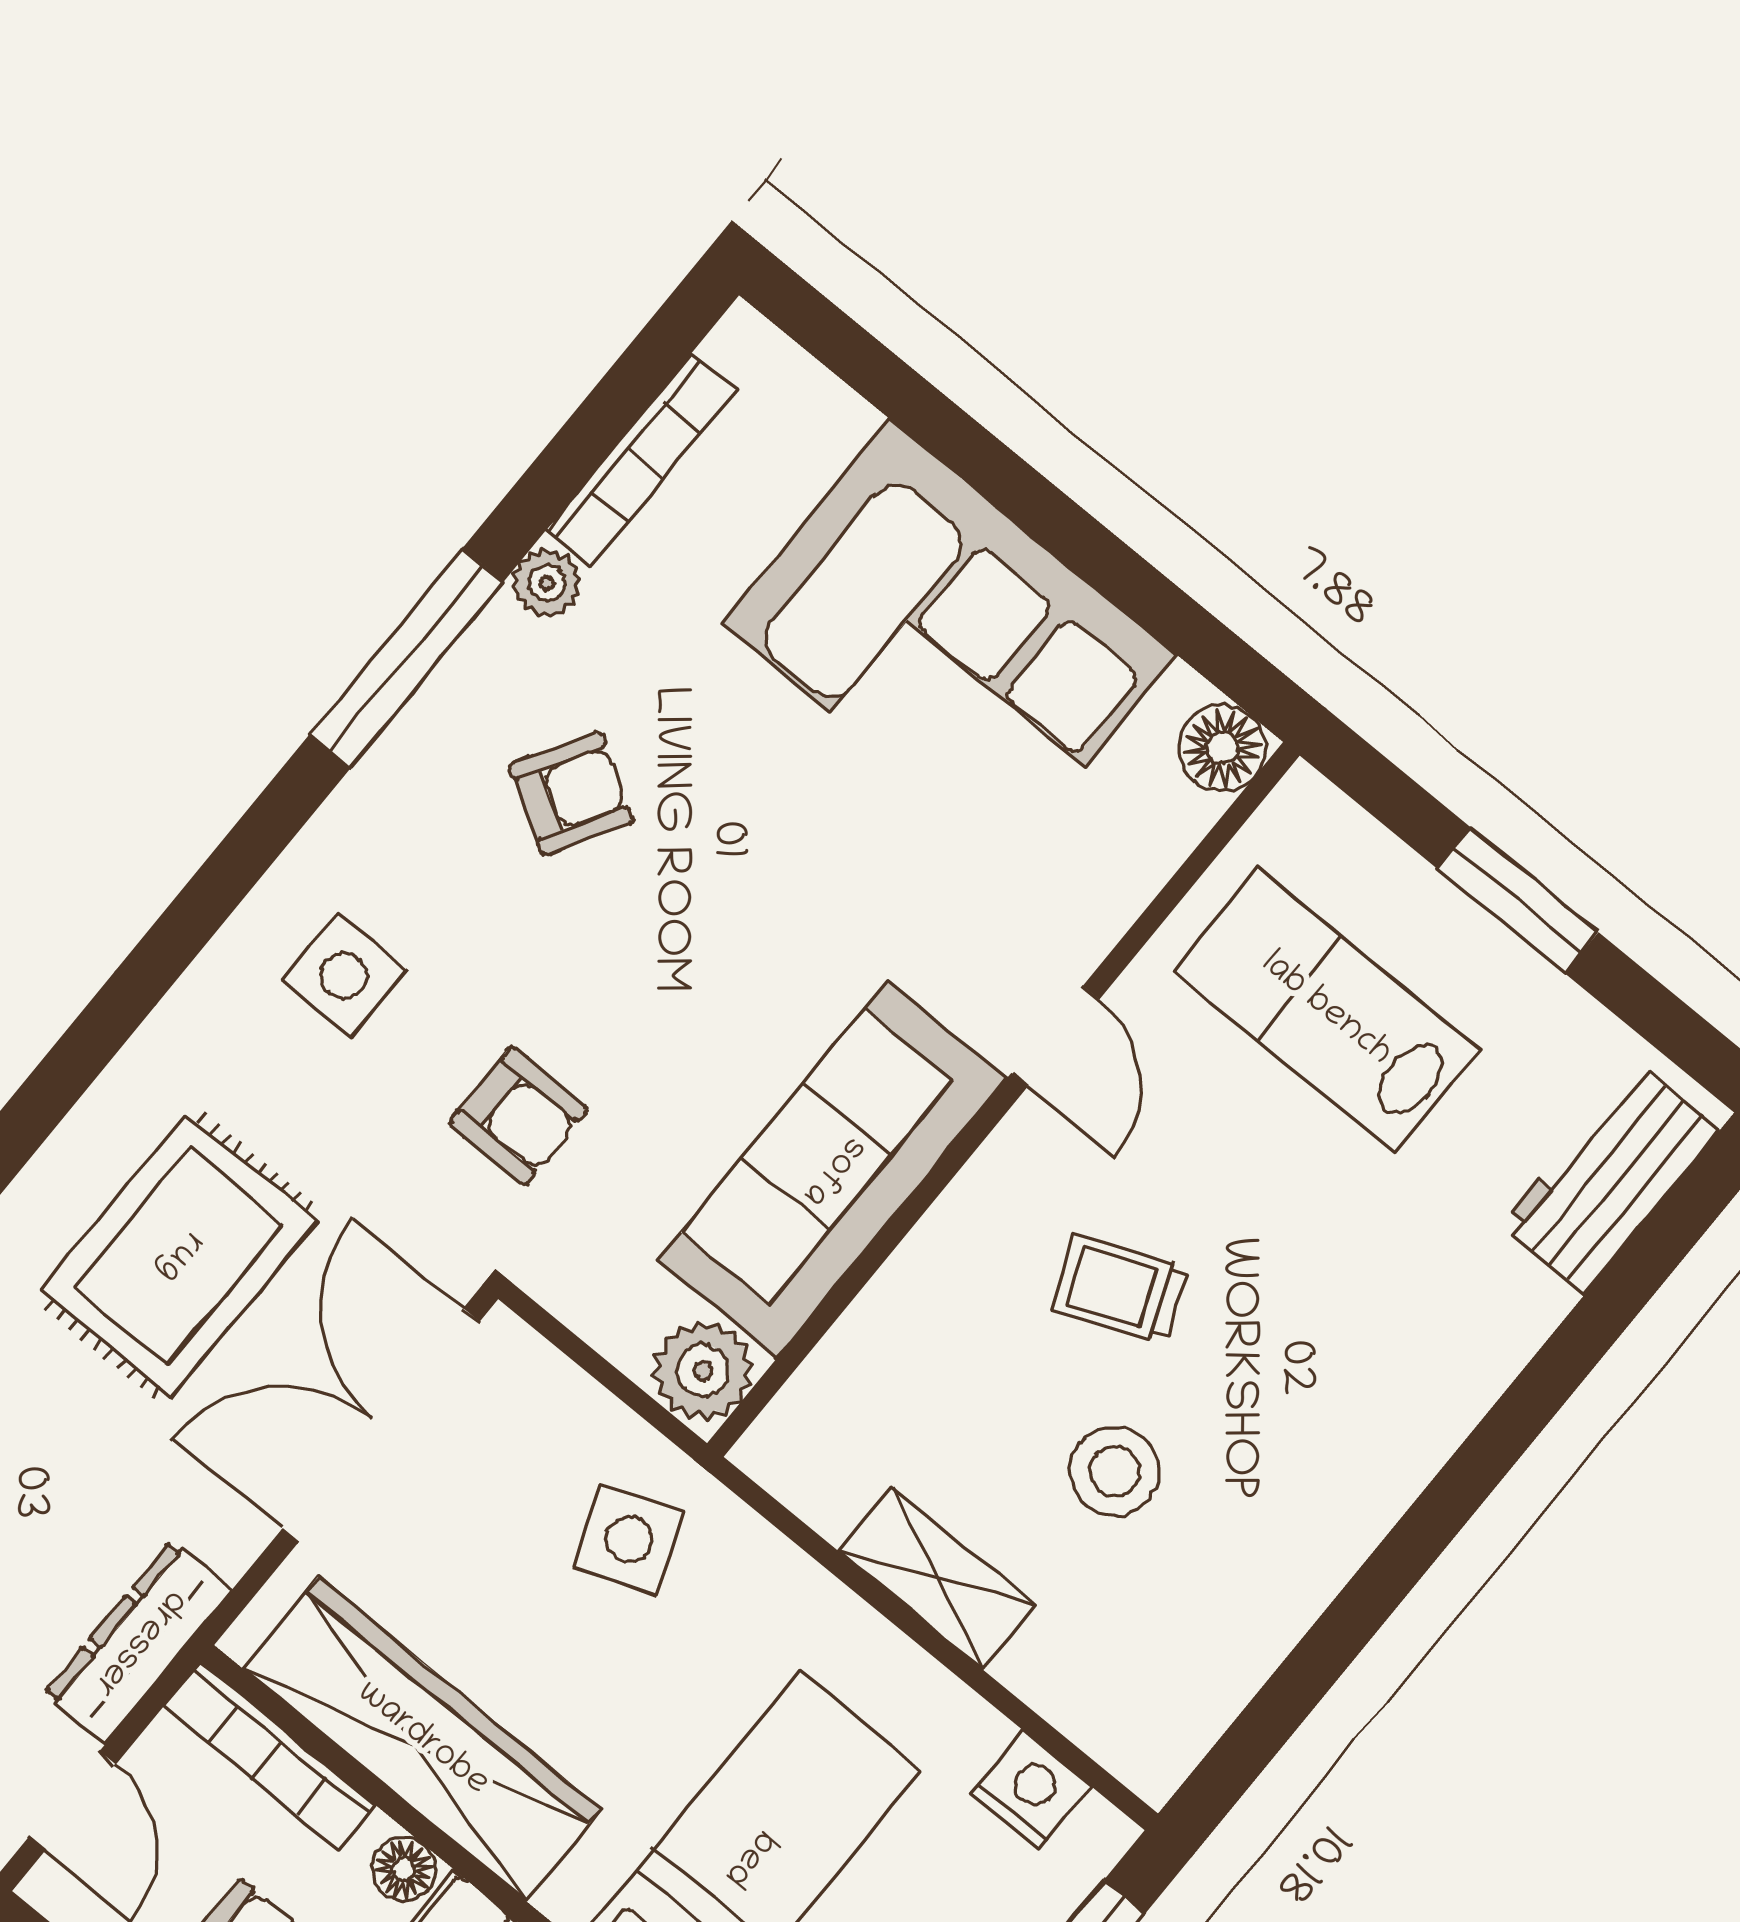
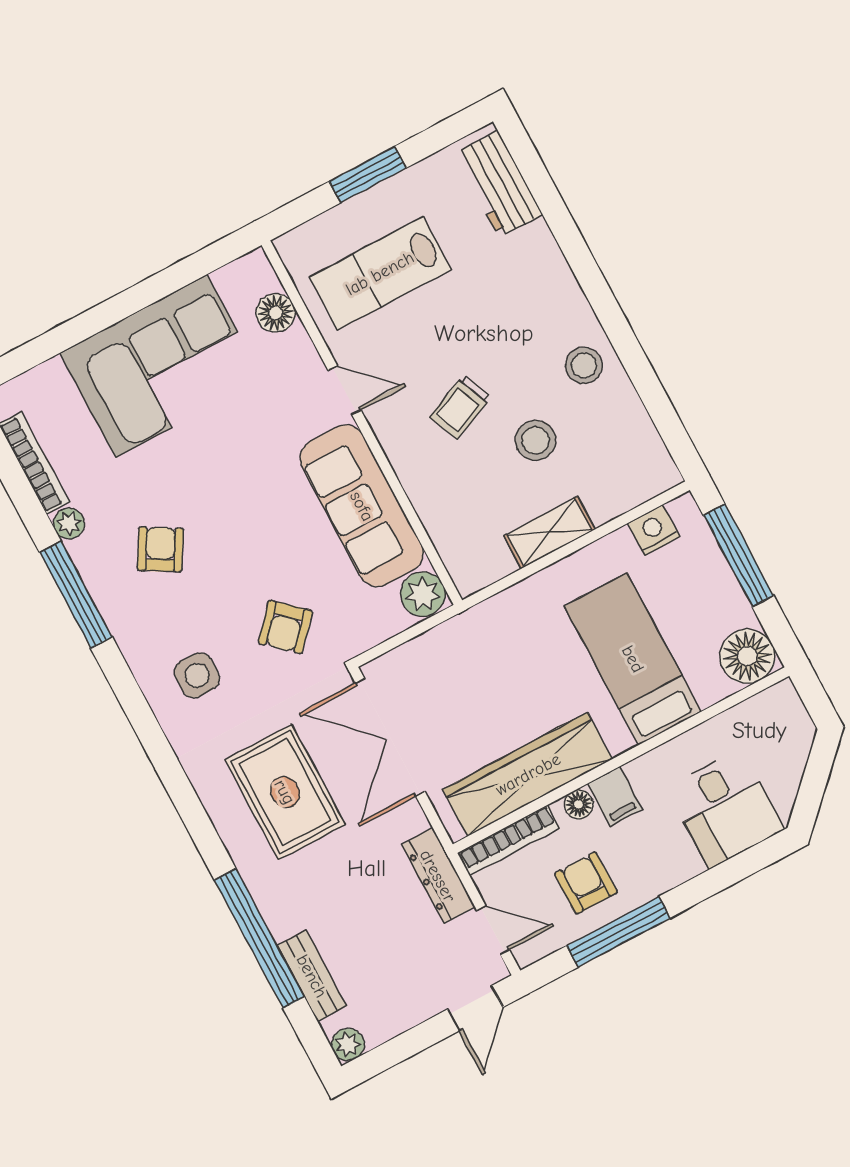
floor lamp: (1222, 748) -> (276, 313), moved
armchair: (518, 1116) -> (285, 627), turned 132
stool: (1310, 1507) -> (584, 365), added
side table: (629, 1539) -> (480, 654), removed

